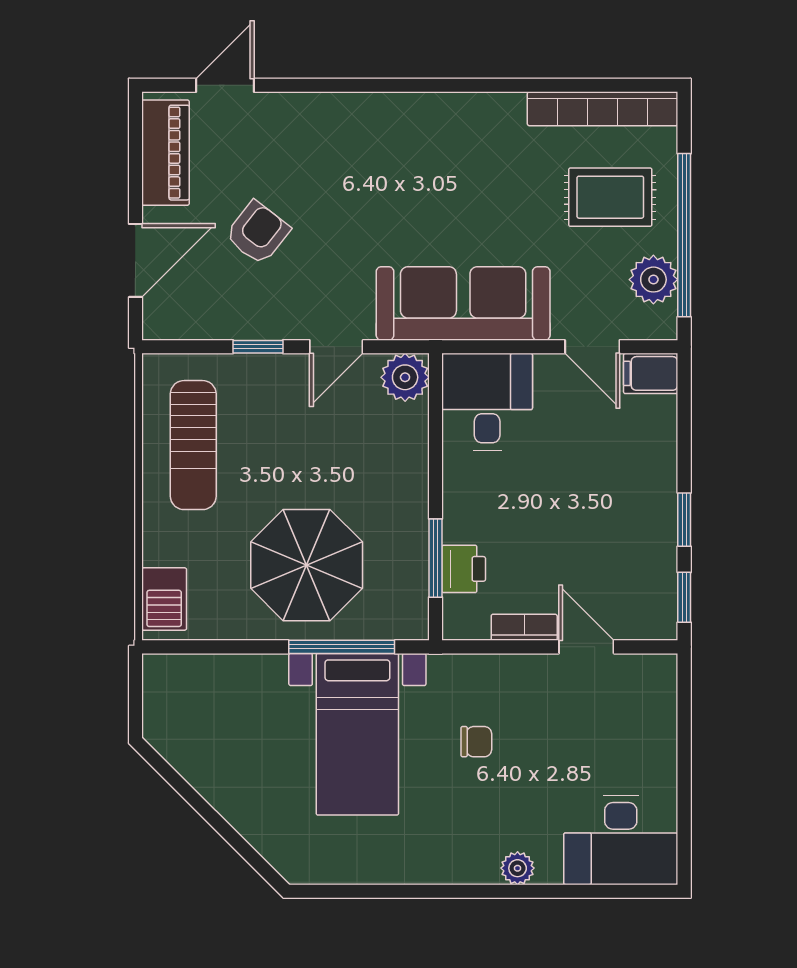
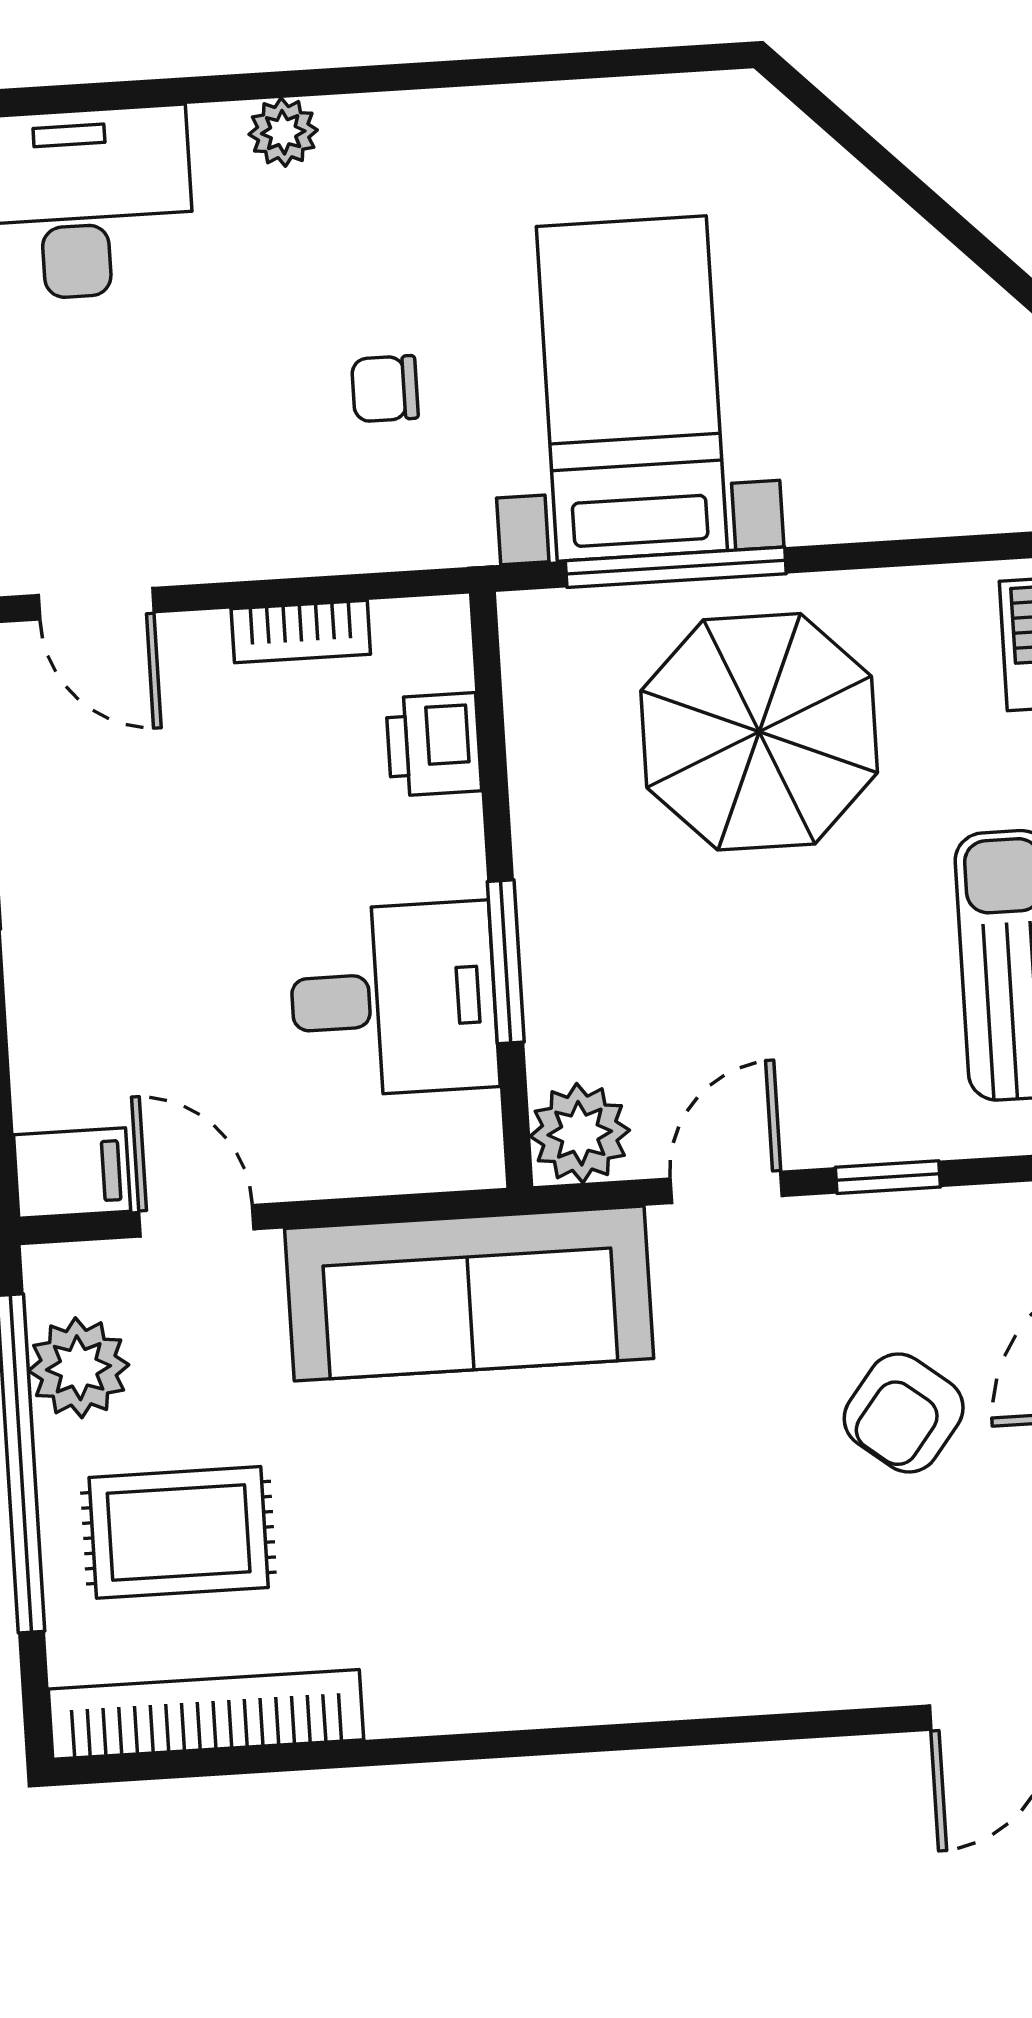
desk: (487, 402) -> (393, 999), moved, turned -90
window: (436, 558) -> (506, 962), moved
door: (586, 647) -> (96, 604), moved

